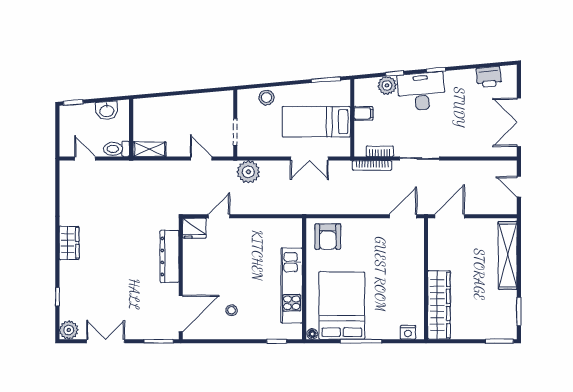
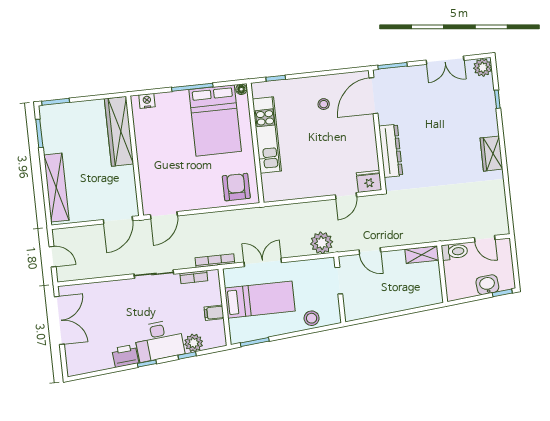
printer: (489, 77) -> (125, 356), moved
washbasin: (107, 111) -> (487, 285), moved
bookcase: (372, 165) -> (215, 261), moved

